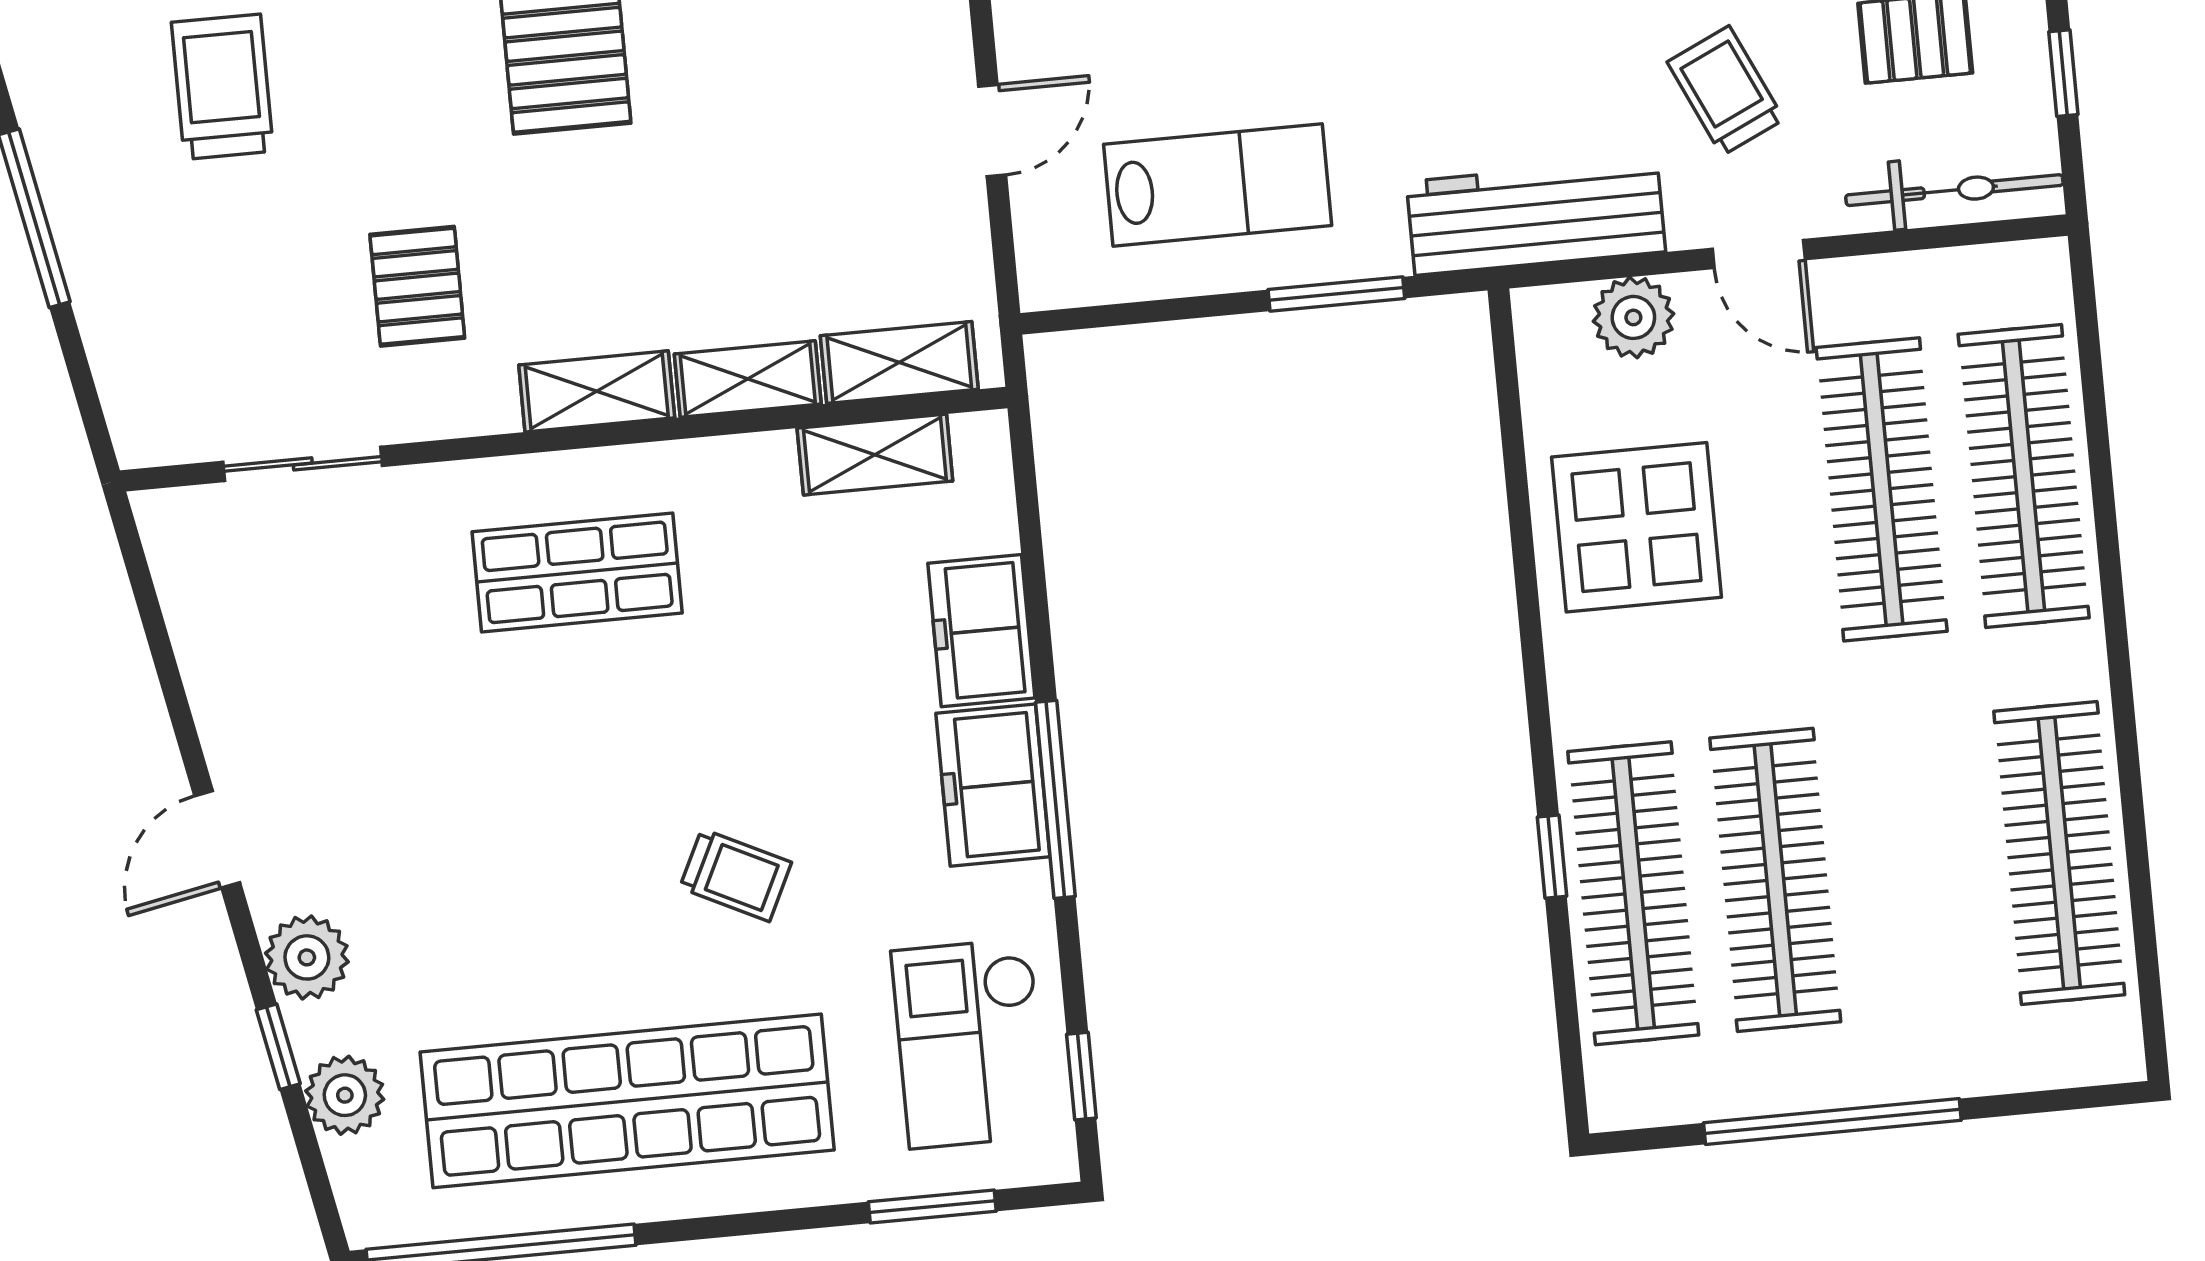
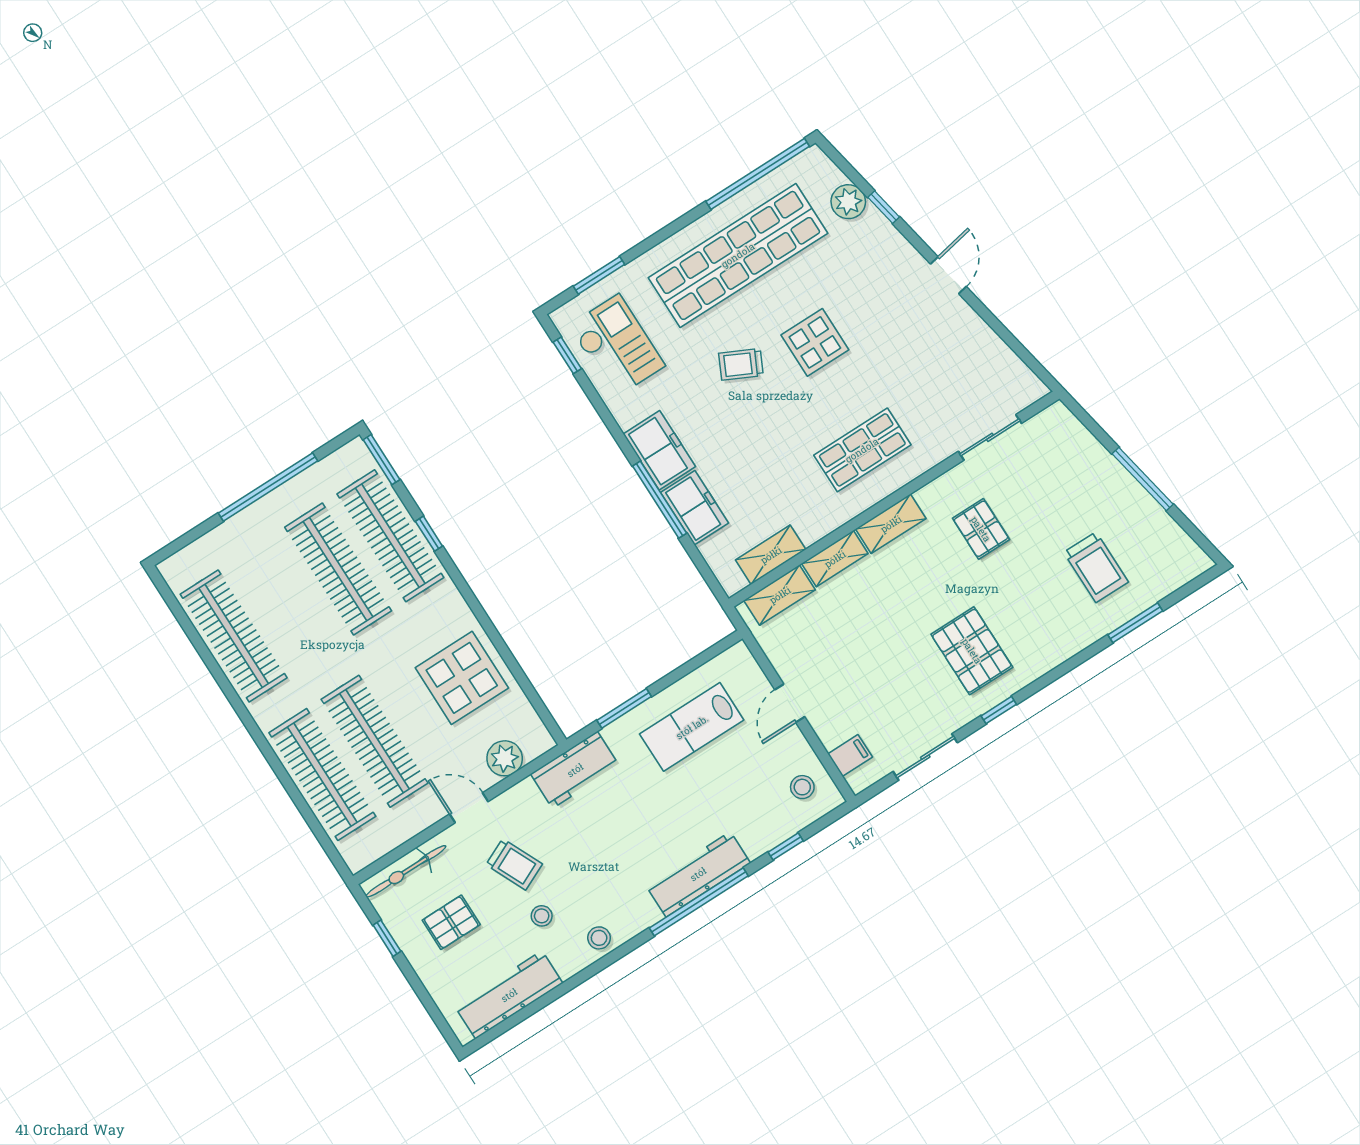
workbench: (1536, 217) -> (575, 770), width x0.73
window: (1055, 799) -> (660, 500), moved
display table: (561, 842) -> (815, 342), added
plant: (307, 957) -> (890, 247), removed
window: (1571, 1058) -> (382, 460), added

